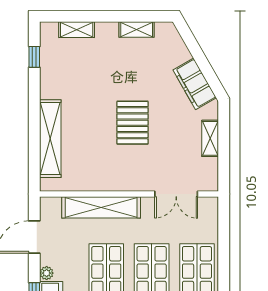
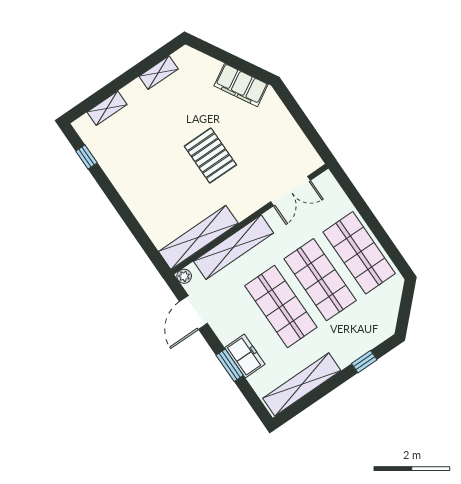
shelving: (210, 138) -> (287, 123), removed
shelving: (50, 139) -> (198, 237), moved, turned 90
plant: (47, 273) -> (184, 276), moved

